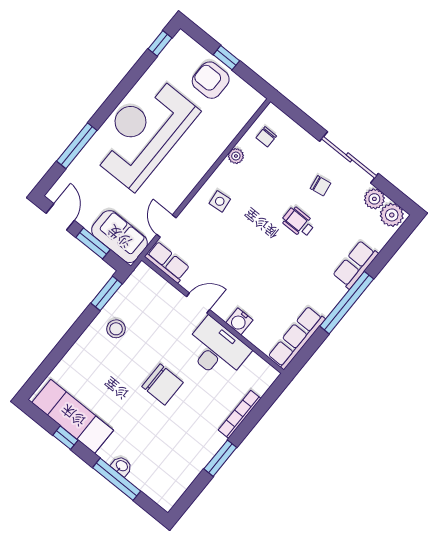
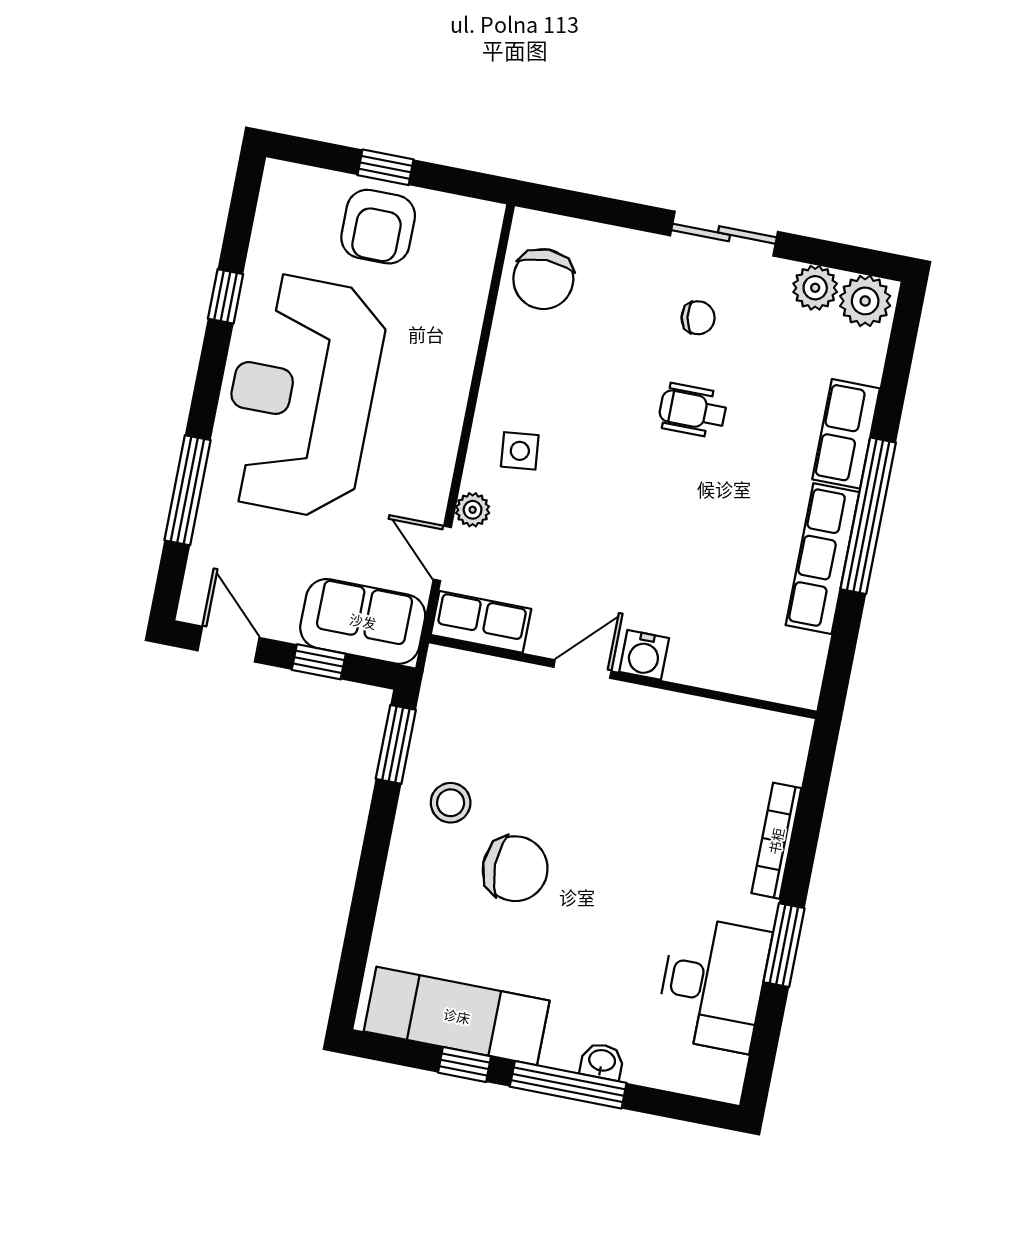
window: (160, 43) -> (226, 296), moved
armchair: (211, 80) -> (378, 227), turned -90
chair: (266, 137) -> (543, 279), width x1.87, depth x1.87
plant: (236, 156) -> (473, 510), moved
sliding door: (349, 157) -> (724, 234), width x0.73
window: (93, 243) -> (319, 662), width x0.67
water cooler: (239, 321) -> (644, 655), moved
row of seats: (297, 338) -> (823, 559), moved
desk: (217, 350) -> (713, 984), moved, turned 90
chair: (162, 385) -> (515, 869), moved
window: (117, 479) -> (568, 1085), moved

